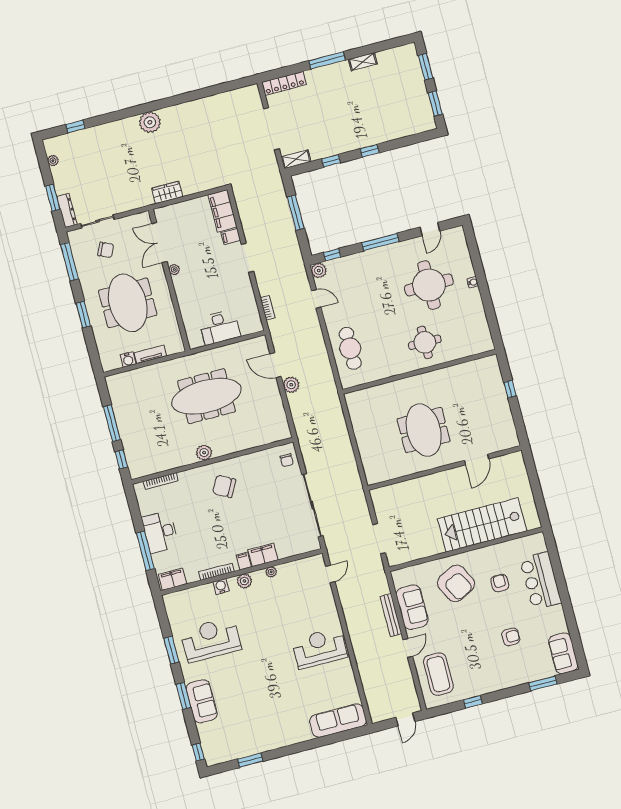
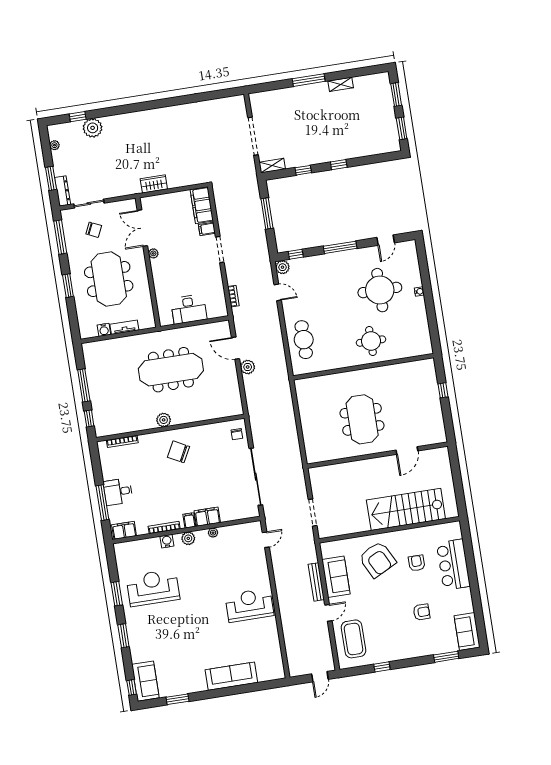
locker: (284, 83) -> (268, 97), removed
plant: (150, 122) -> (93, 128), moved
desk: (160, 532) -> (118, 492), width x0.73
sofa: (202, 701) -> (145, 681), moved
sofa: (338, 721) -> (231, 676), moved

